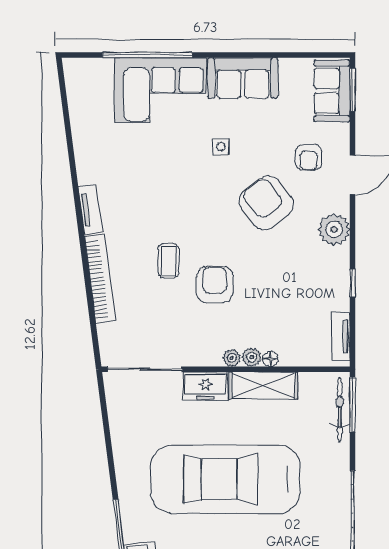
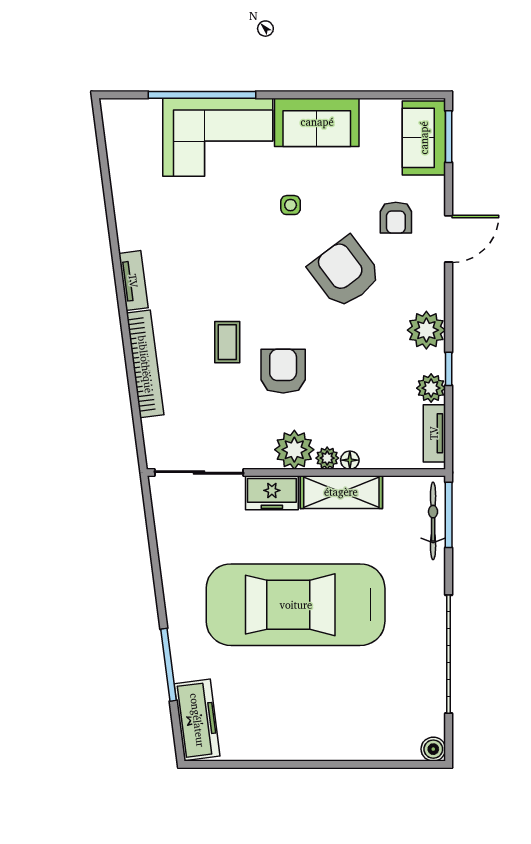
plant: (334, 229) -> (426, 330), moved
plant: (338, 299) -> (431, 388), added
plant: (232, 358) -> (294, 450), width x1.87, depth x1.87

